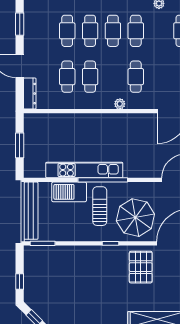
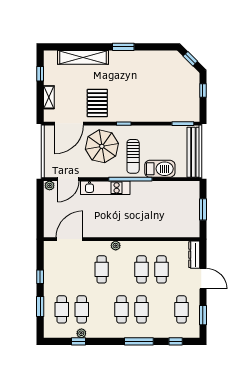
cafe table: (67, 31) -> (181, 309), moved
cafe table: (136, 31) -> (82, 309), moved
kitchen unit: (84, 170) -> (105, 188), moved, width x0.73

